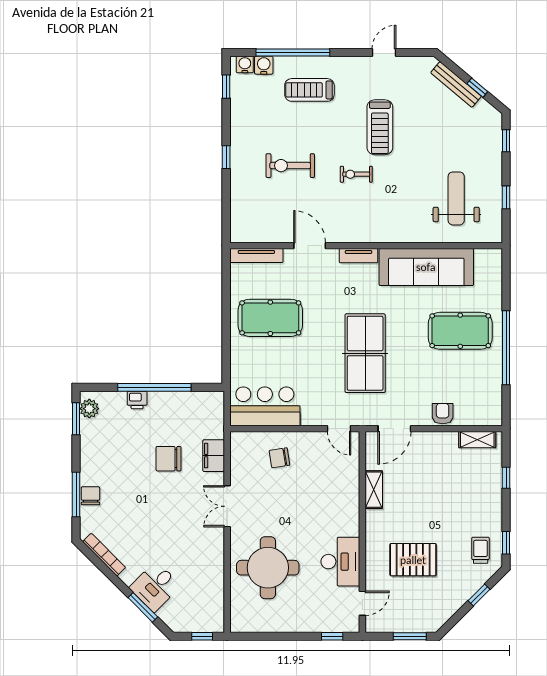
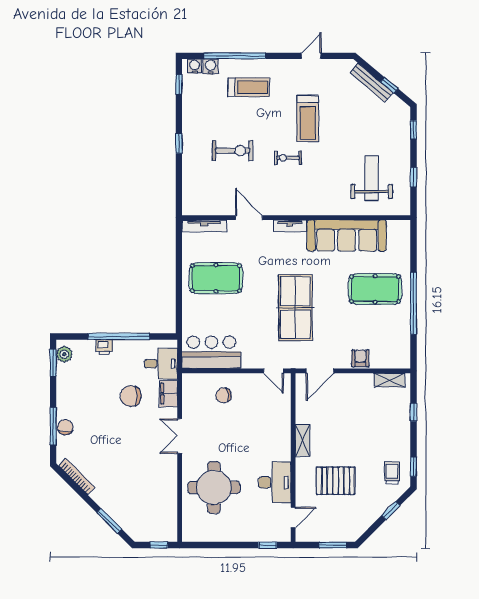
treadmill: (309, 90) -> (249, 87), turned 180
exercise bike: (290, 166) -> (233, 151), turned 180
shelving: (374, 490) -> (303, 440), moved
desk: (155, 587) -> (161, 364), moved, turned -135

